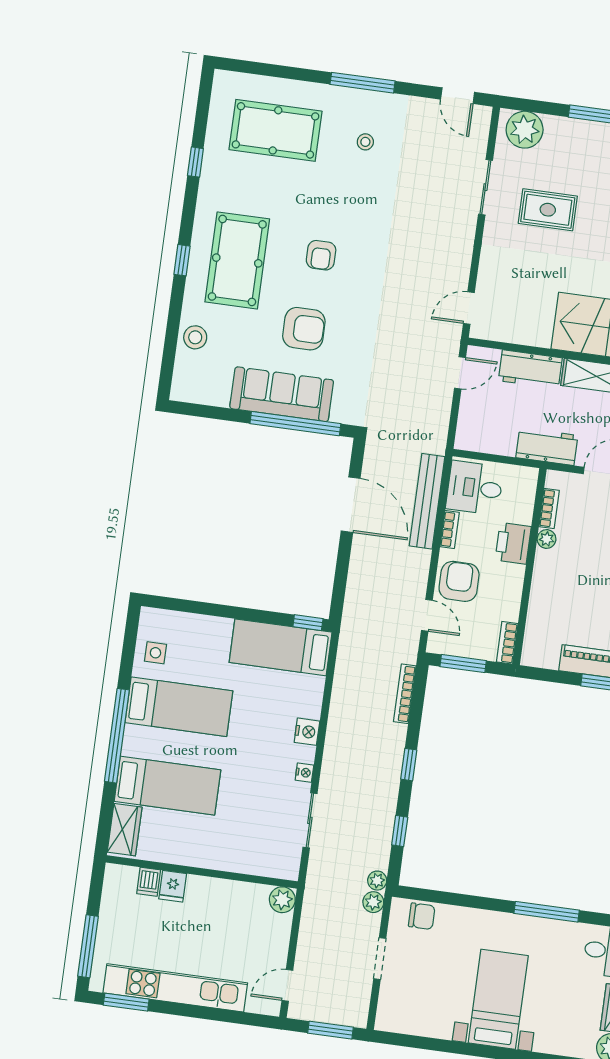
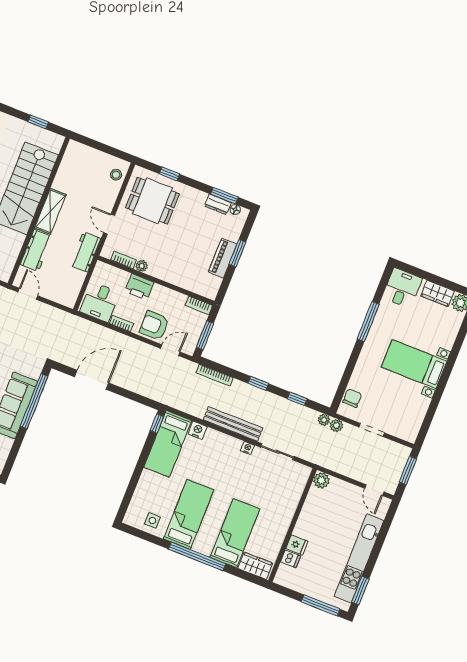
bench: (427, 501) -> (233, 424), moved
nightstand: (307, 732) -> (198, 430), moved

